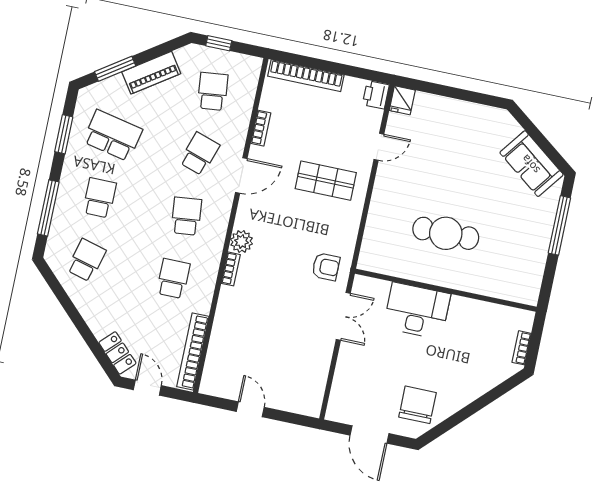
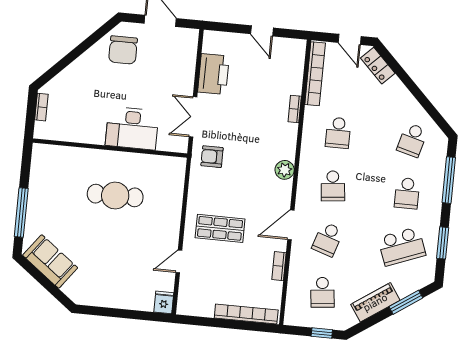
printer: (376, 95) -> (213, 74), moved, width x1.87, depth x1.48
school desk: (113, 135) -> (402, 246), turned -33
bookcase: (231, 269) -> (295, 109), moved

